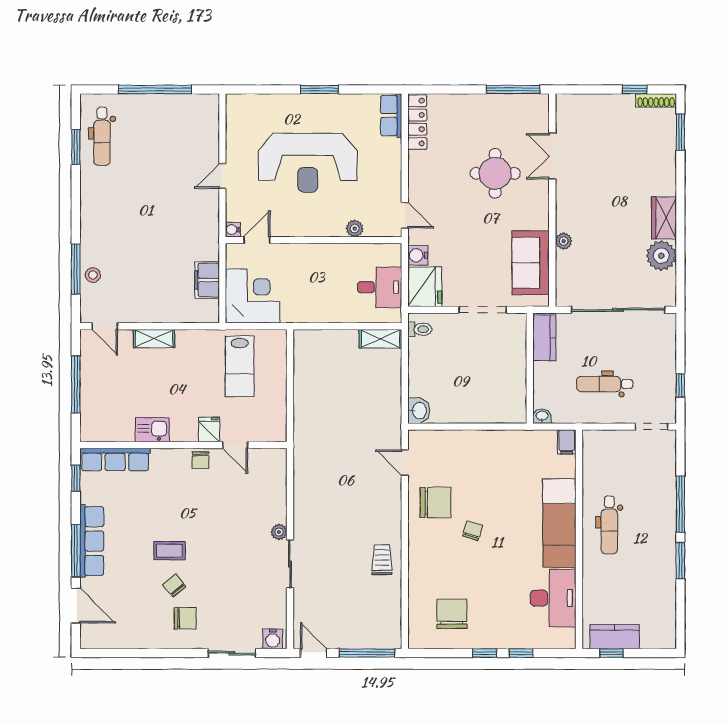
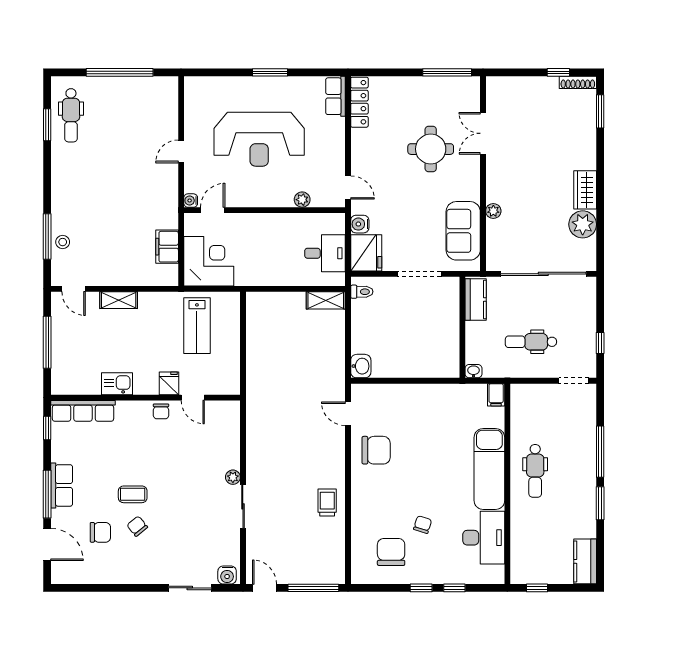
chair: (473, 531) -> (423, 525), moved
row of seats: (92, 541) -> (62, 485), width x0.68
chair: (185, 618) -> (100, 532), moved
kitchen counter: (615, 637) -> (585, 561), moved, turned -90

